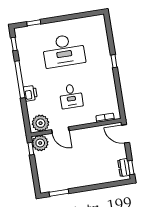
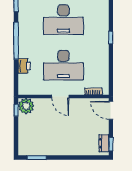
printer: (30, 93) -> (24, 66), moved
desk: (71, 96) -> (63, 65), width x1.87, depth x1.30
plant: (41, 123) -> (29, 87), removed
door: (60, 130) -> (60, 97), moved

